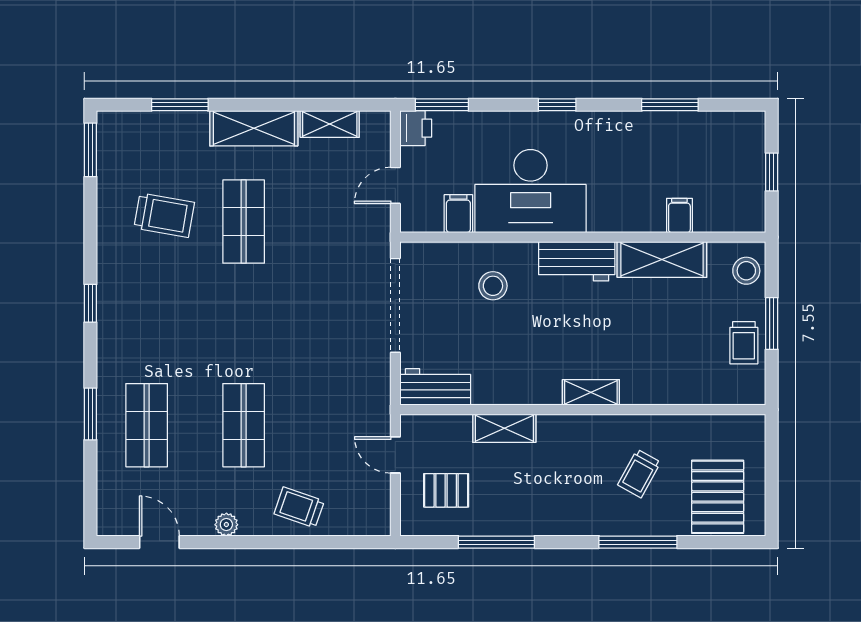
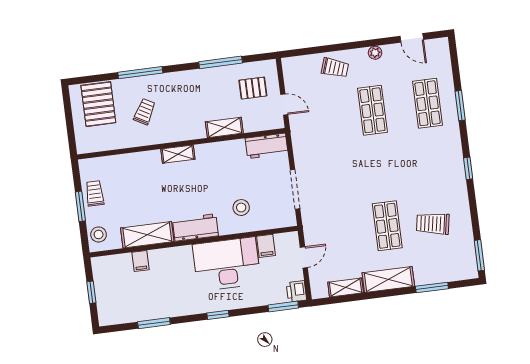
doorway: (395, 305) -> (295, 189), width x0.73

